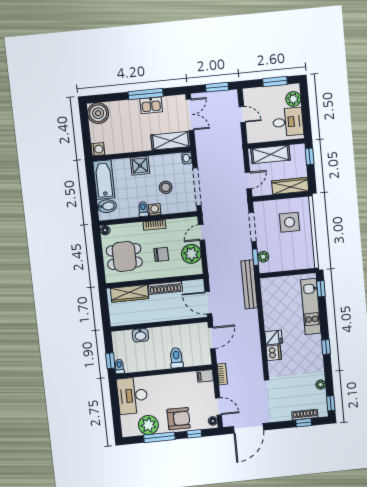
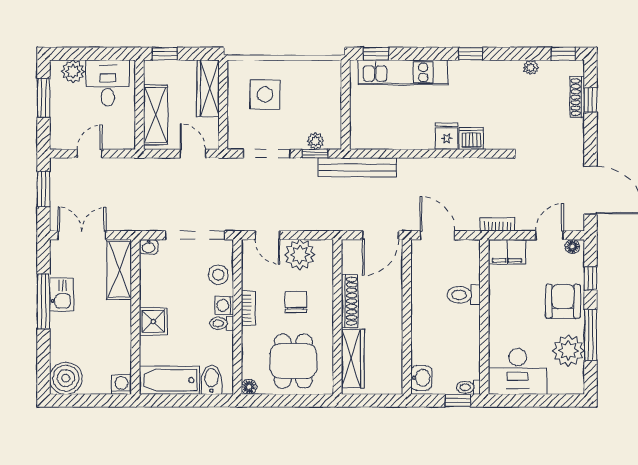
stool: (166, 187) -> (218, 275), moved
washbasin: (140, 335) -> (421, 378), moved
filing cabinet: (205, 376) -> (507, 252), width x2.00

